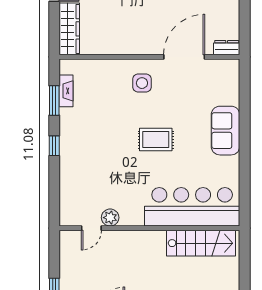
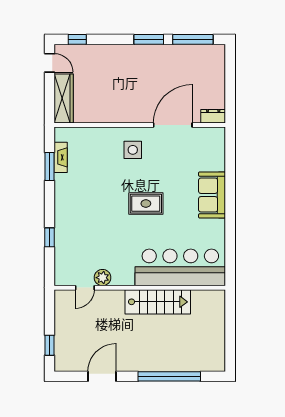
window: (54, 146) -> (49, 237), moved
stairs: (201, 243) -> (158, 302), moved

